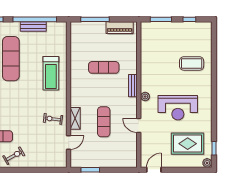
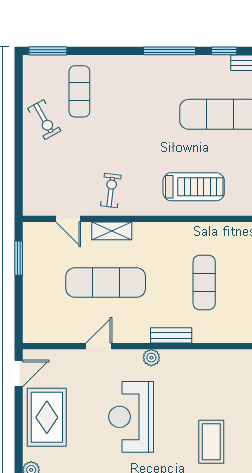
treadmill: (51, 73) -> (194, 187), turned 180
exercise mat: (104, 122) -> (106, 283), width x1.36, depth x1.45
rug: (188, 144) -> (47, 417), moved
door: (154, 170) -> (19, 373), hinge flipped

